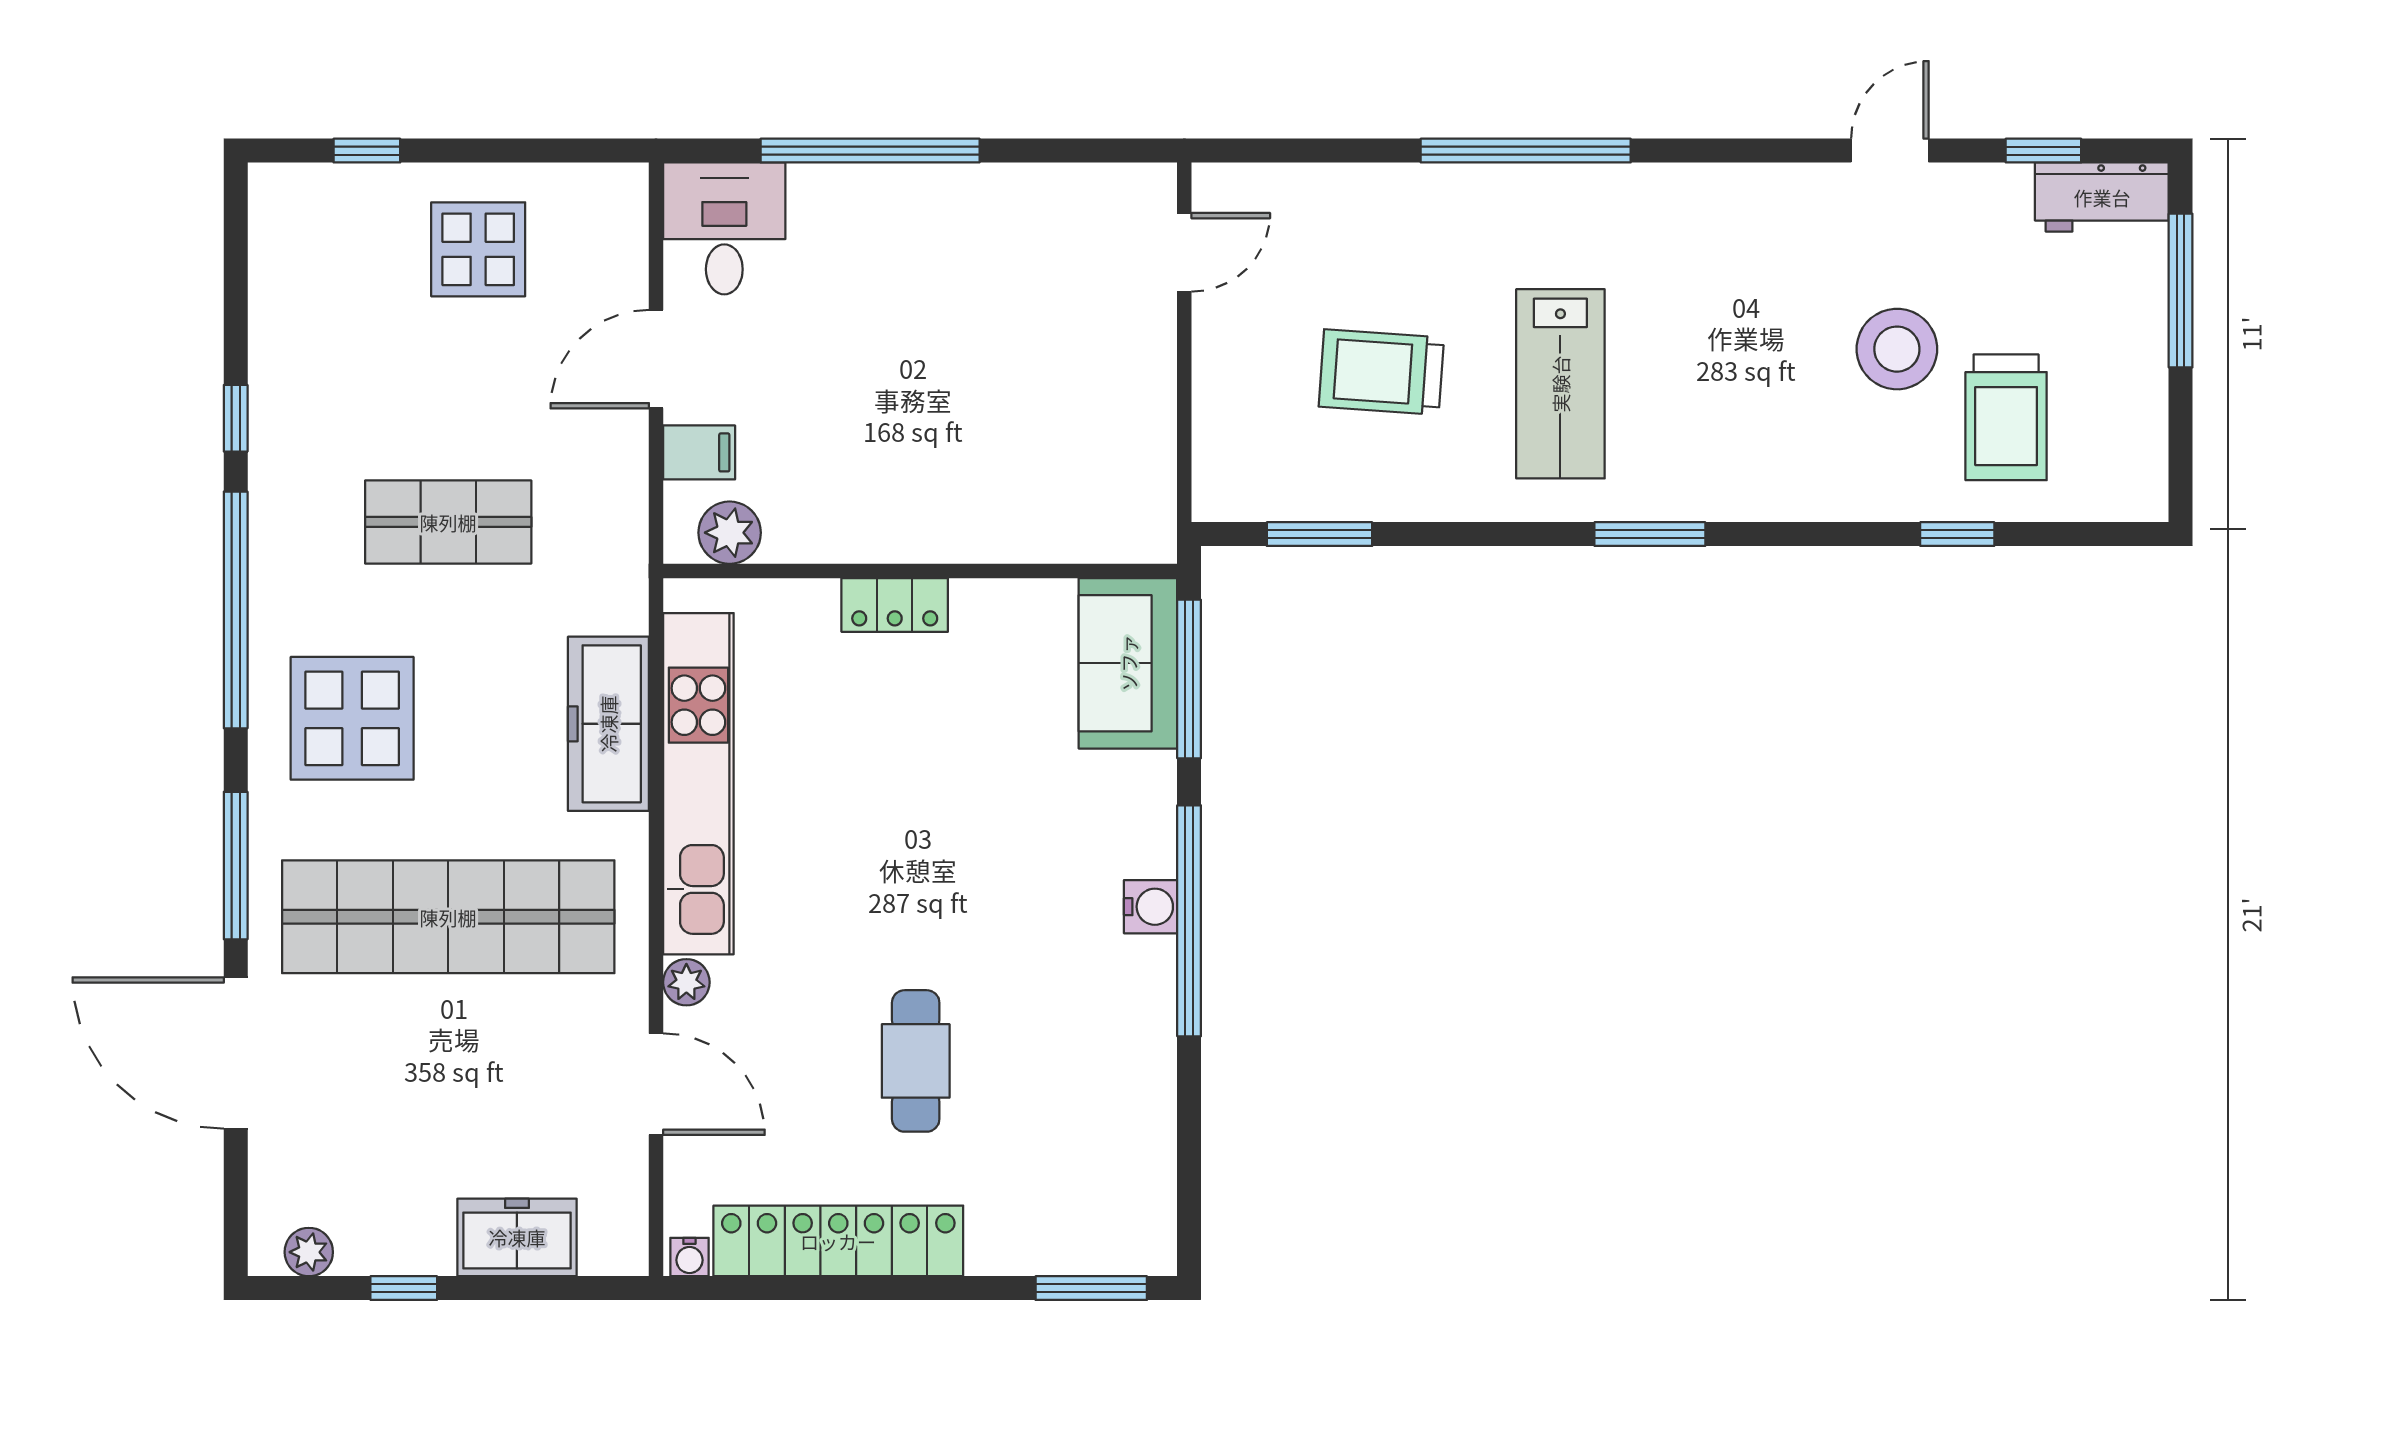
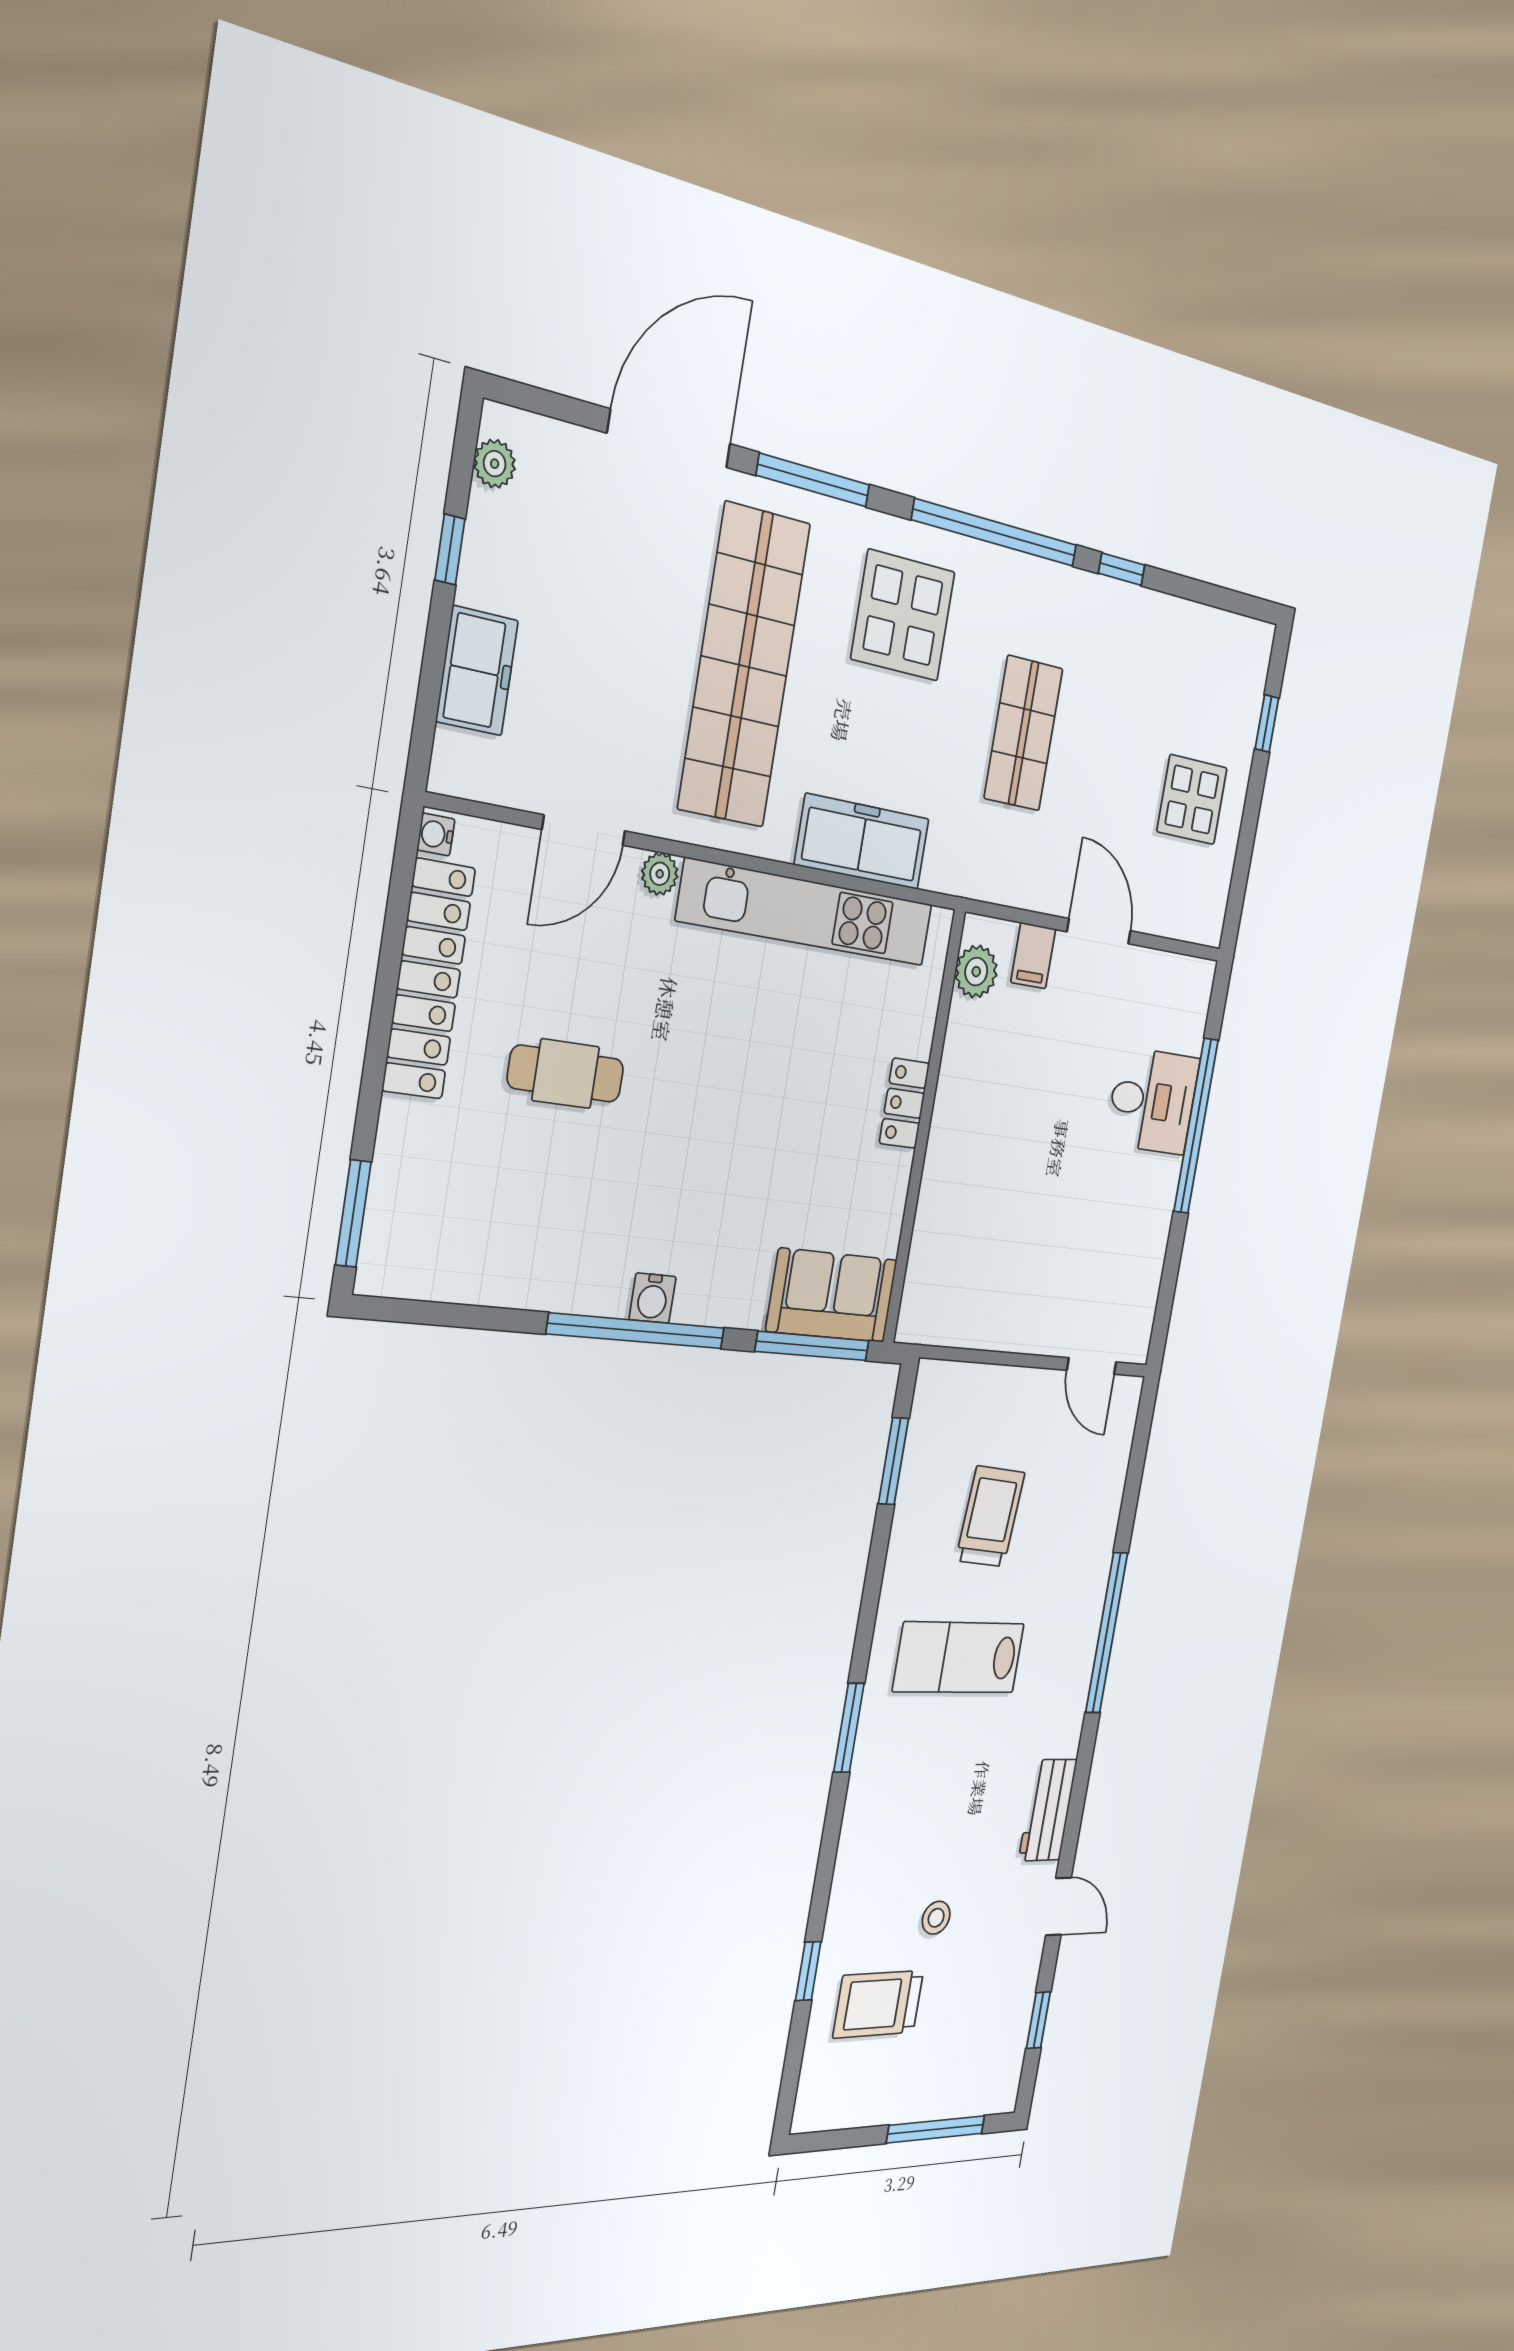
workbench: (2102, 197) -> (1048, 1810), moved
desk: (724, 228) -> (1153, 1101), moved
stool: (1897, 349) -> (936, 1918), width x0.53, depth x0.53

